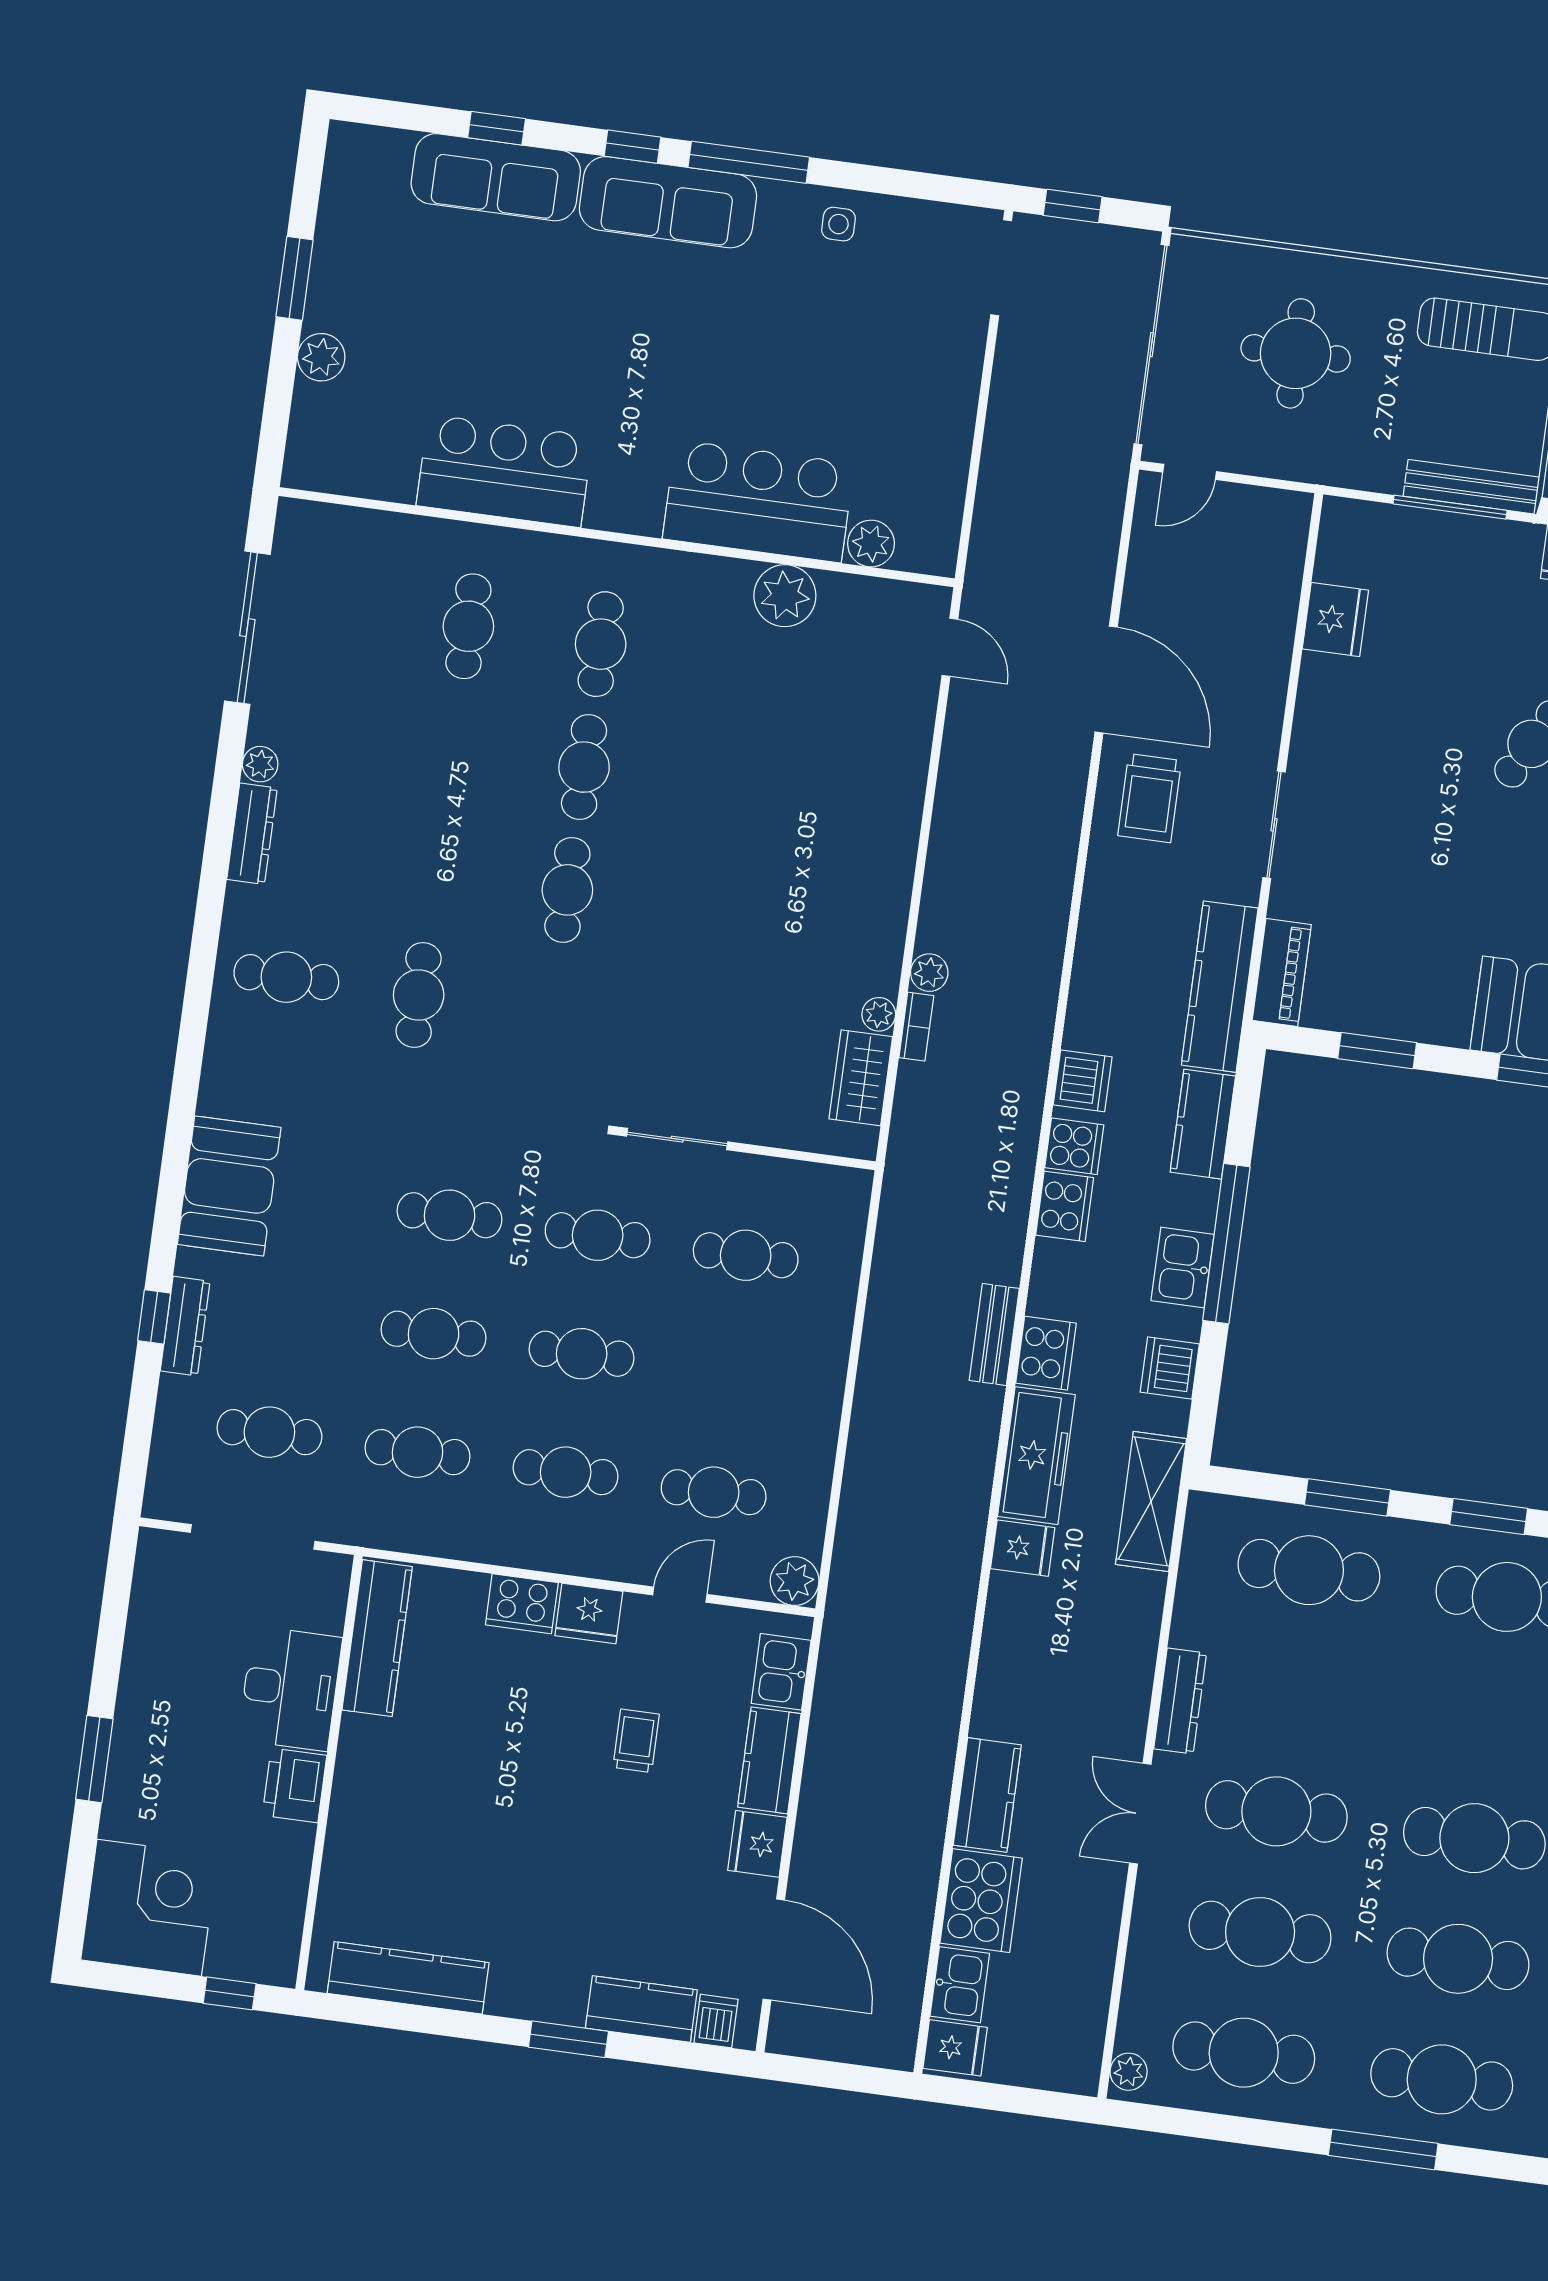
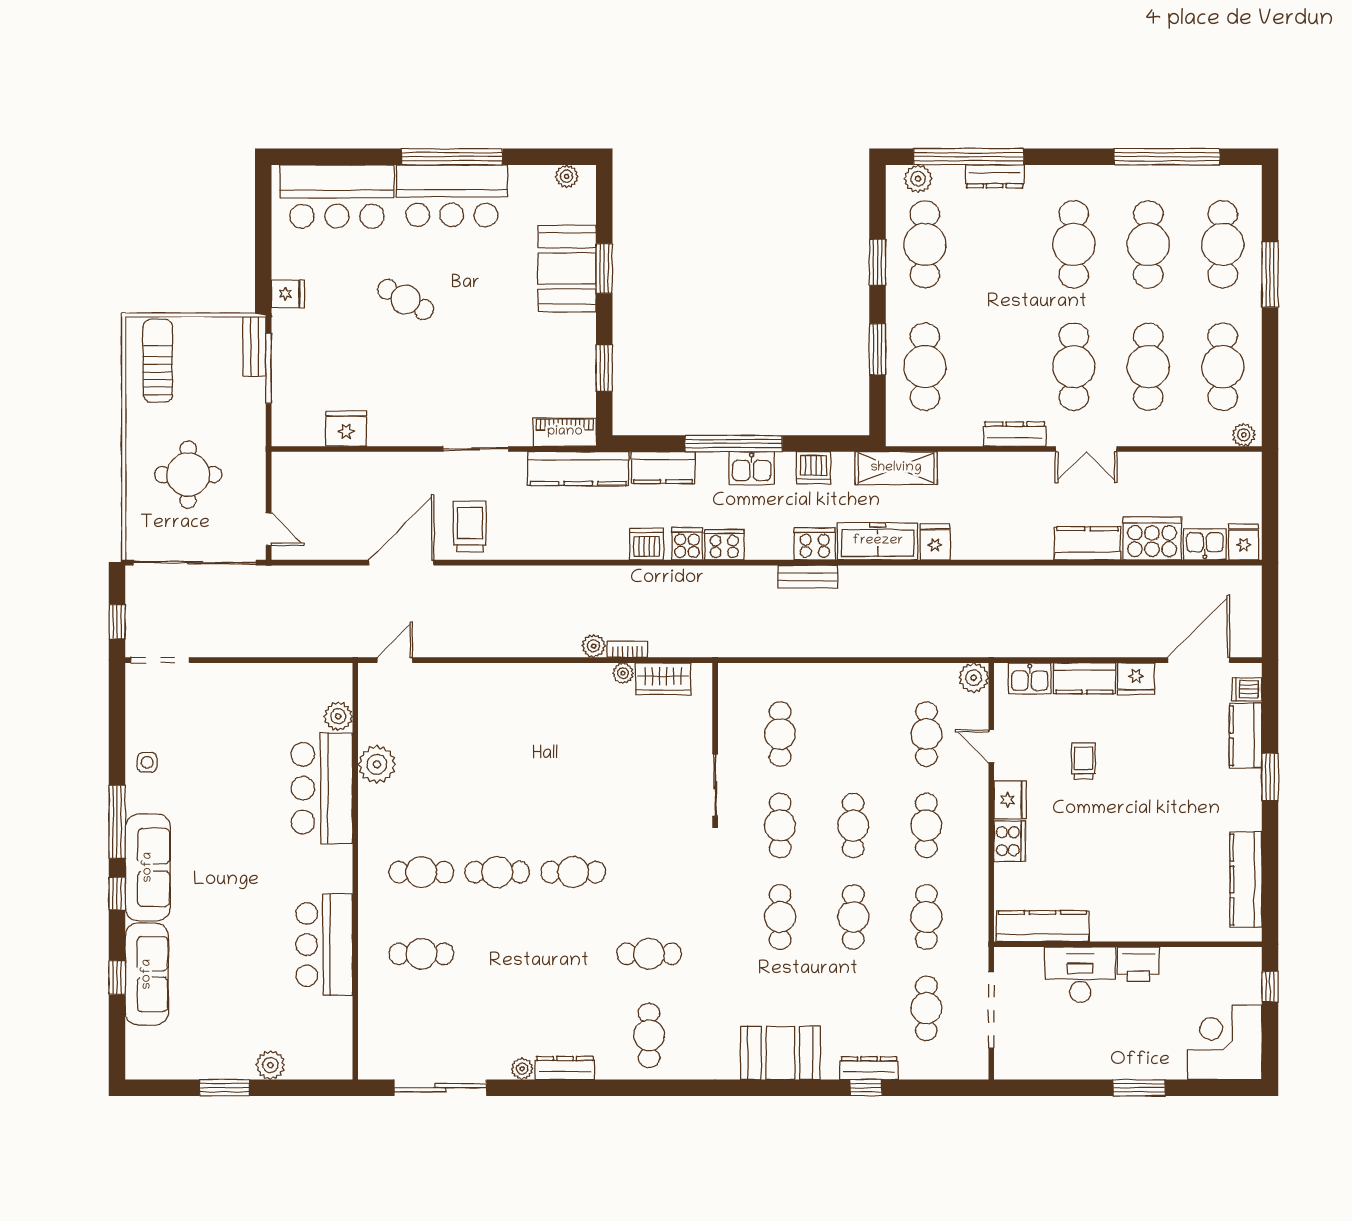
bench: (1471, 487) -> (255, 346), width x0.73
trolley: (1150, 798) -> (470, 527), turned -90
trolley: (636, 1741) -> (1083, 761), turned 90

